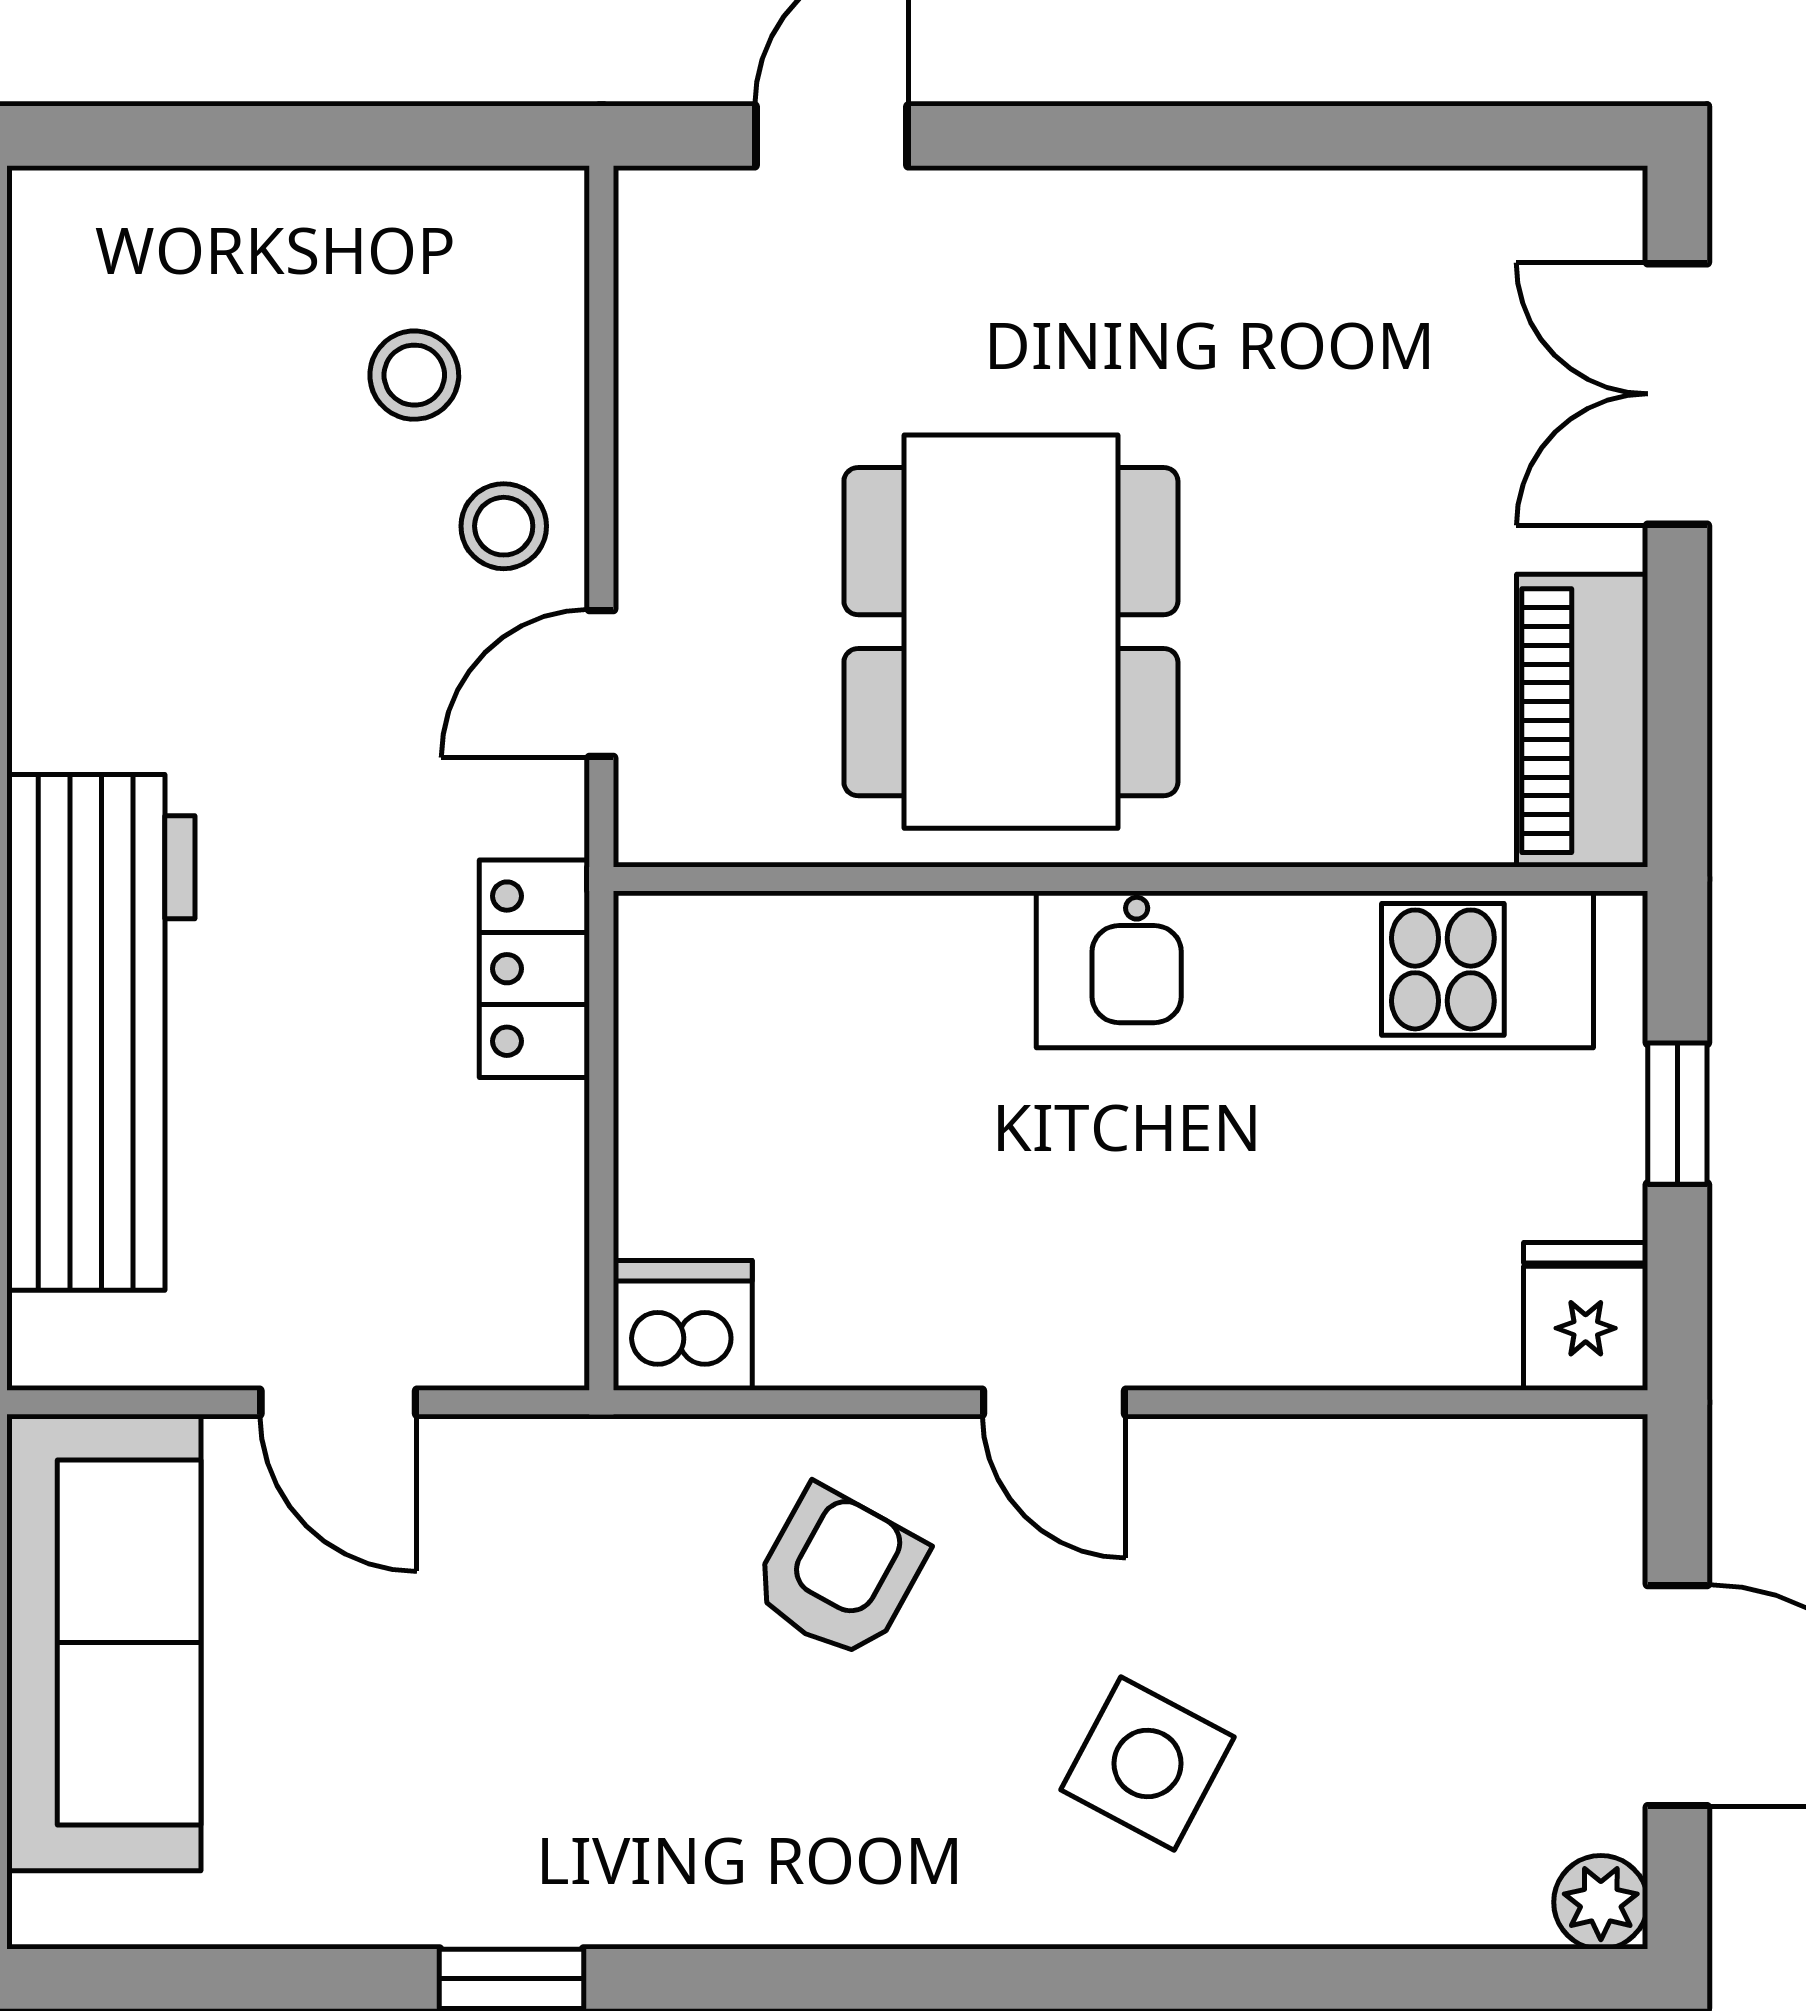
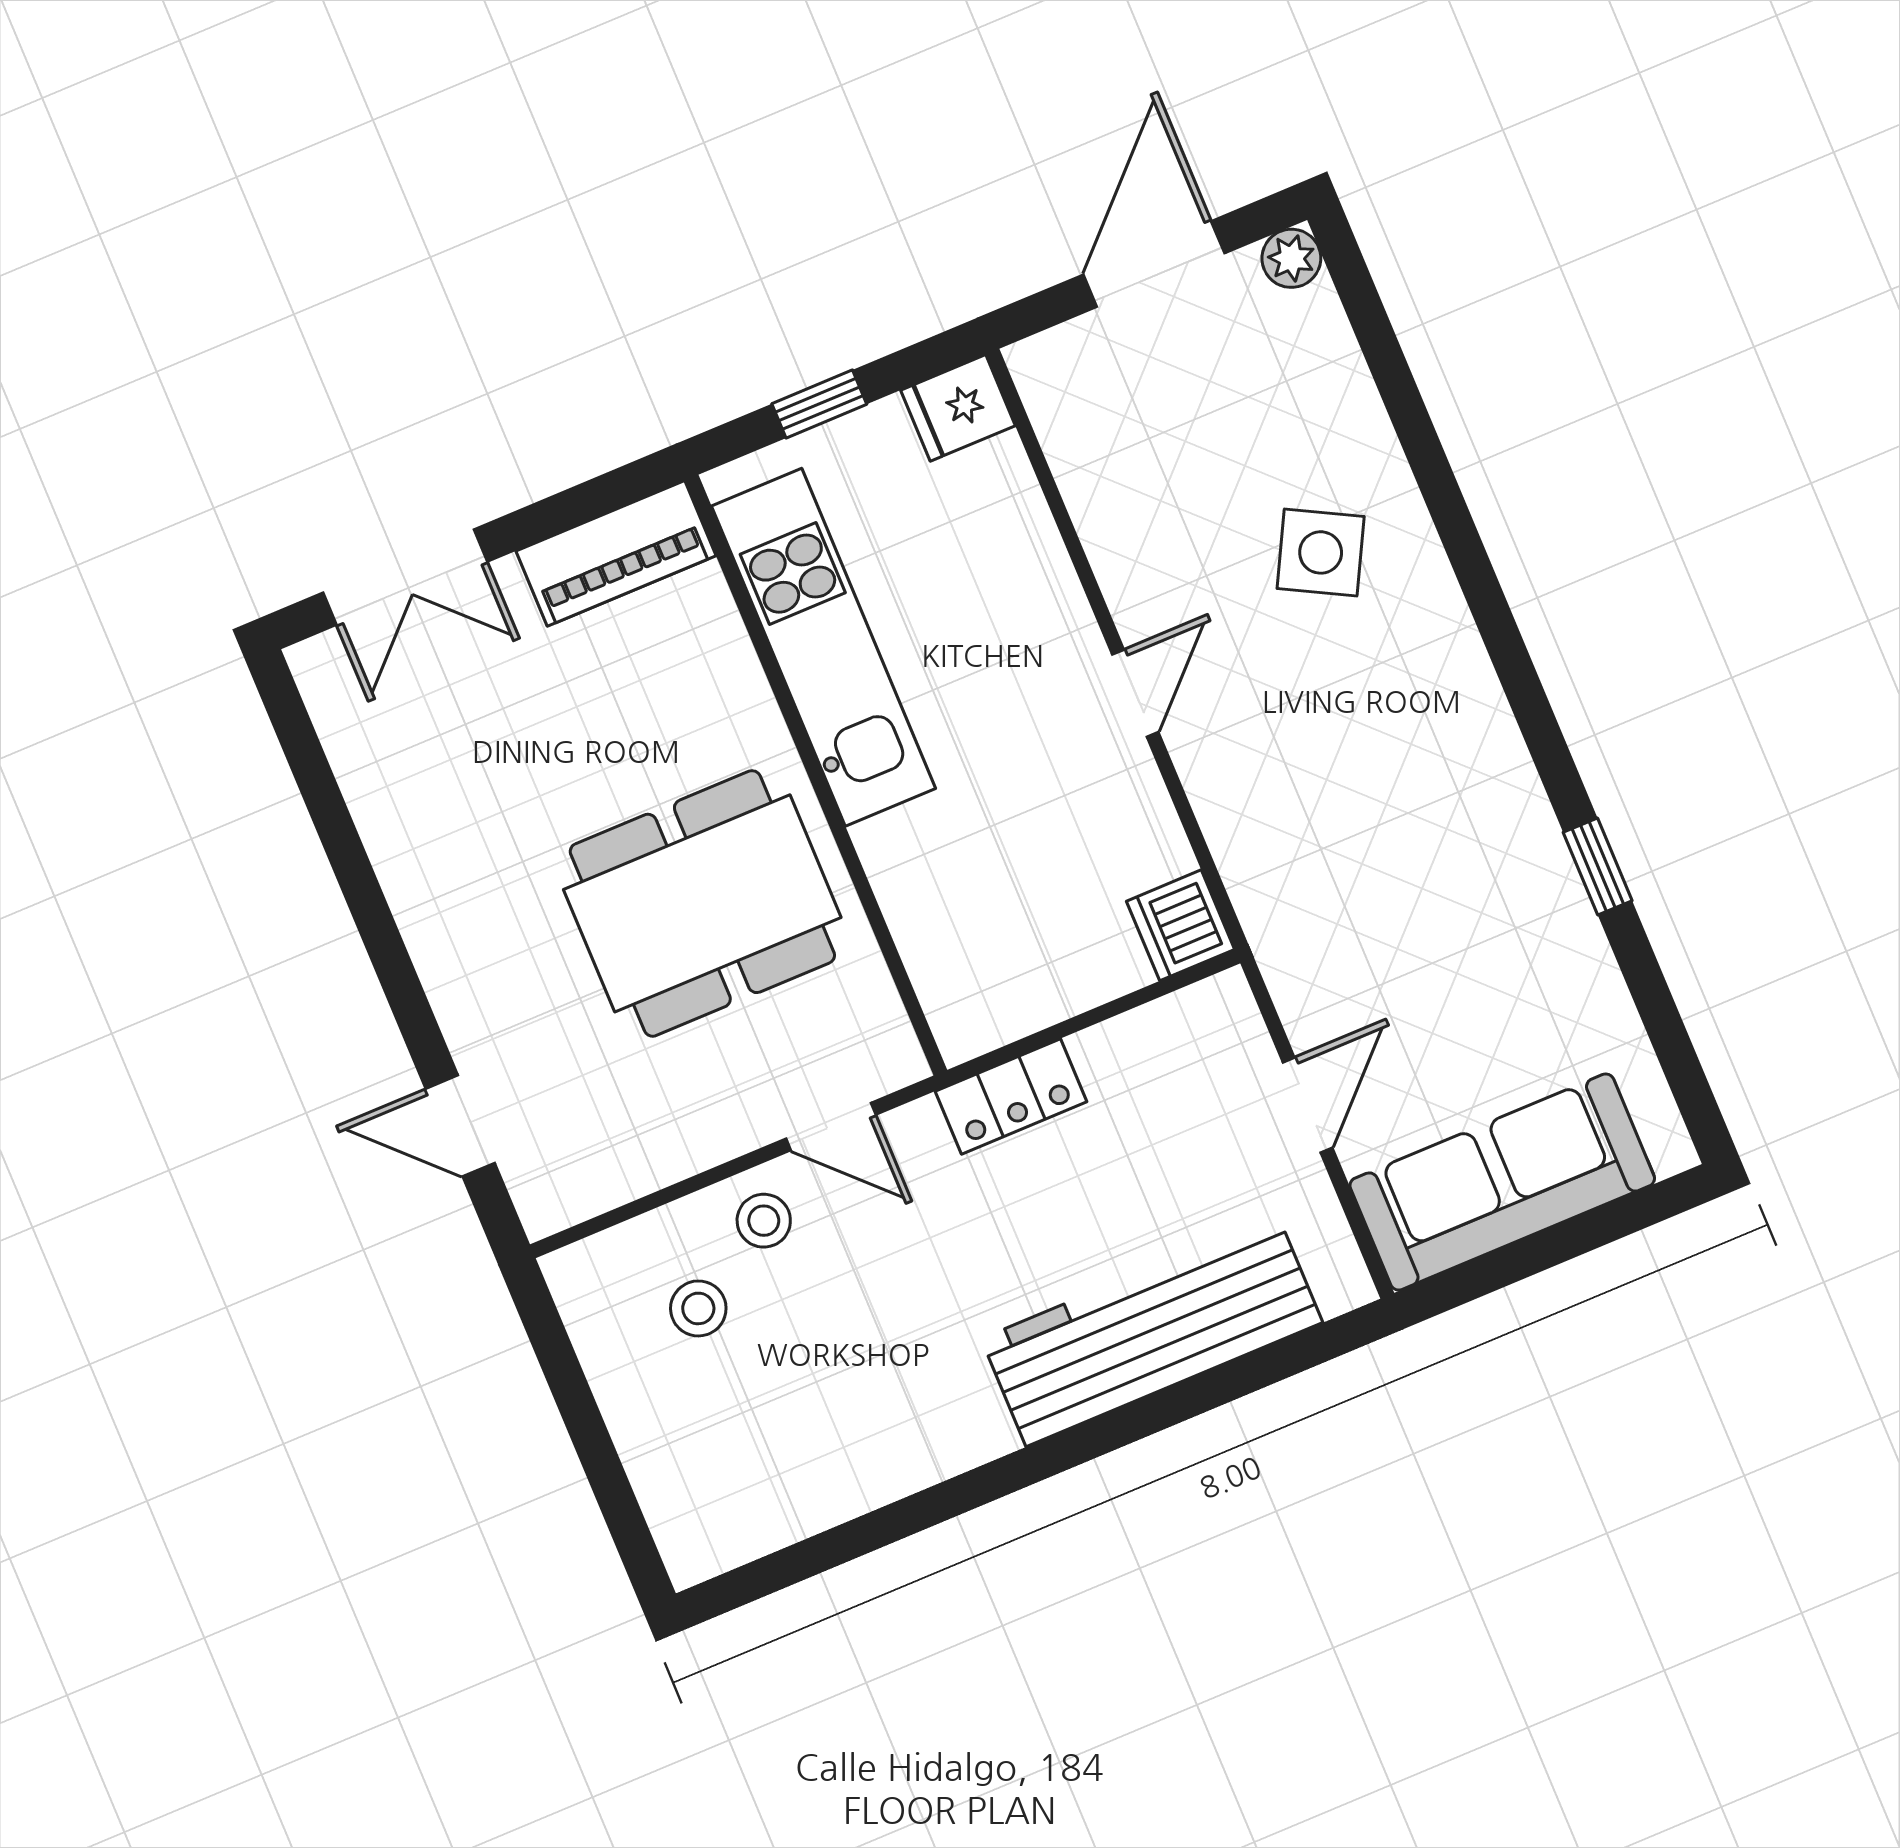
armchair: (839, 1573) -> (1285, 776), removed

